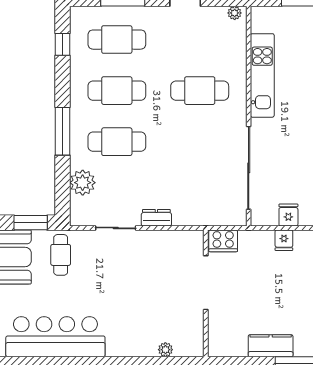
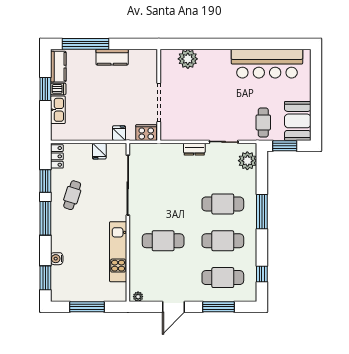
plant: (83, 183) -> (247, 161), moved
fridge: (284, 240) -> (119, 133), moved
plant: (165, 350) -> (188, 59), width x1.88, depth x1.88

